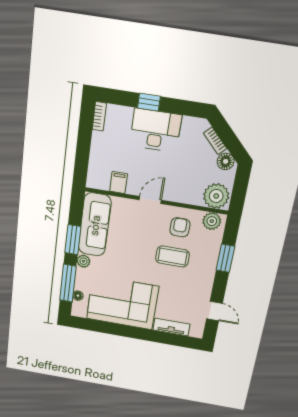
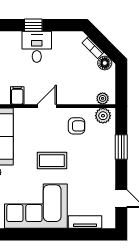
desk: (156, 130) -> (37, 47), width x0.73
plant: (216, 196) -> (103, 98), width x0.53, depth x0.53
armchair: (180, 227) -> (77, 126), turned 90
coffee table: (172, 256) -> (52, 161), moved

